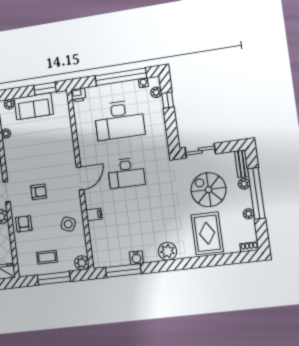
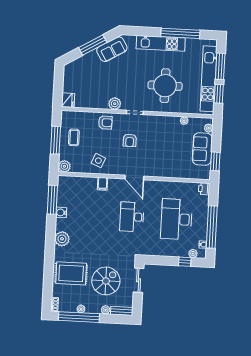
window: (256, 193) -> (79, 317), moved

